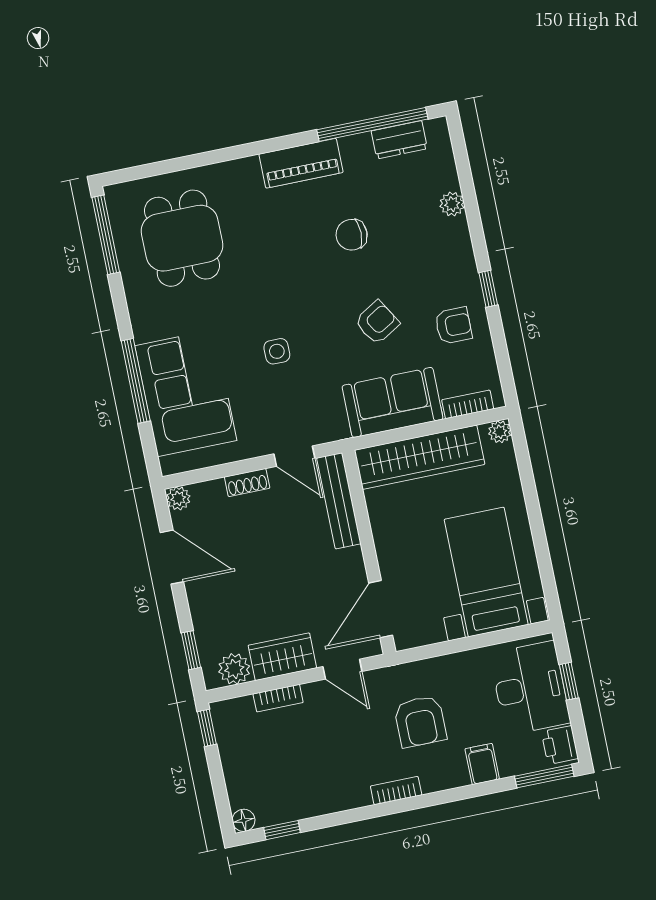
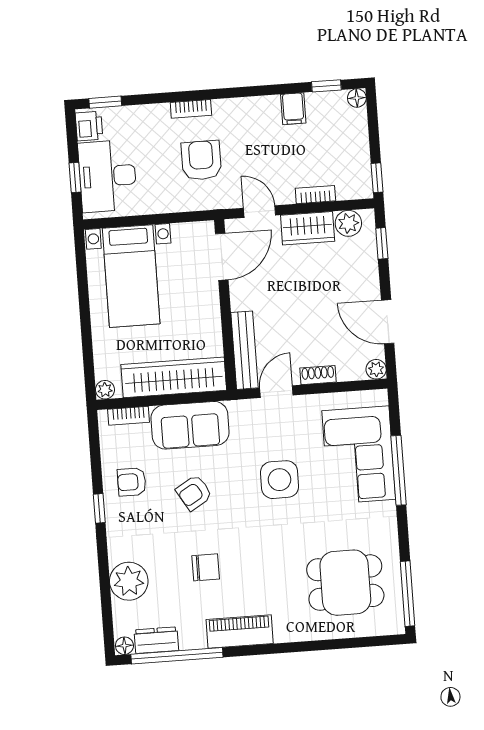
floor lamp: (437, 128) -> (124, 646), added
plant: (452, 204) -> (129, 581), width x1.88, depth x1.88
dining table: (182, 238) -> (345, 583), turned 90
side table: (277, 351) -> (279, 480), width x1.87, depth x1.87
door: (294, 456) -> (276, 392), hinge flipped
filing cabinet: (482, 764) -> (293, 109), moved
window: (544, 776) -> (105, 102), width x0.67
bookcase: (396, 791) -> (191, 109), moved

